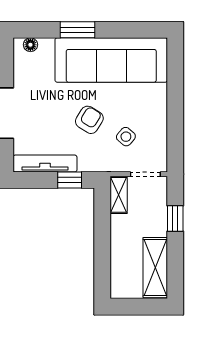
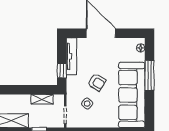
window: (78, 30) -> (149, 75), width x1.44
shelving: (119, 195) -> (42, 99), moved

